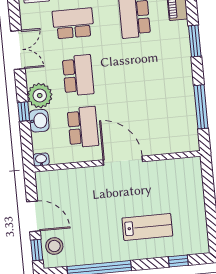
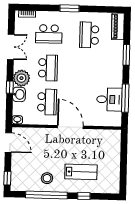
school desk: (73, 23) -> (49, 34), turned 180
desk: (177, 112) -> (109, 99), added
door: (34, 216) -> (8, 143), moved
stool: (54, 246) -> (47, 178), moved
window: (178, 261) -> (84, 196), moved

